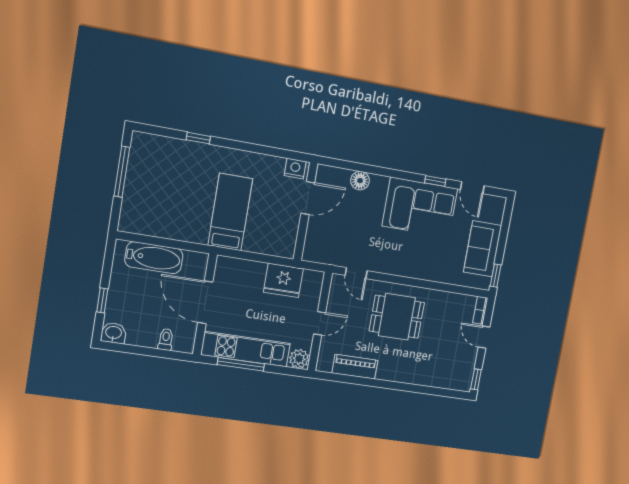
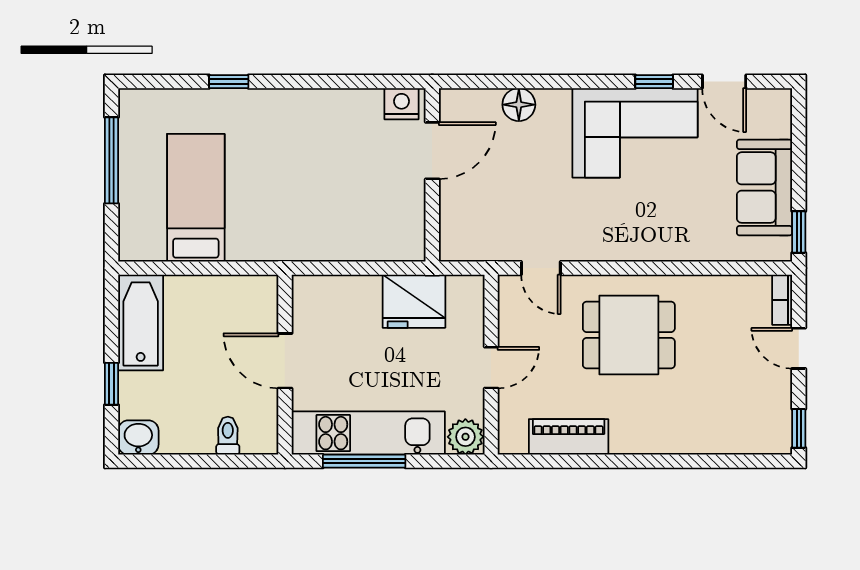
bed: (230, 212) -> (196, 198), moved
bathtub: (154, 258) -> (141, 322), moved, turned -90
door: (205, 302) -> (285, 361), width x0.73

